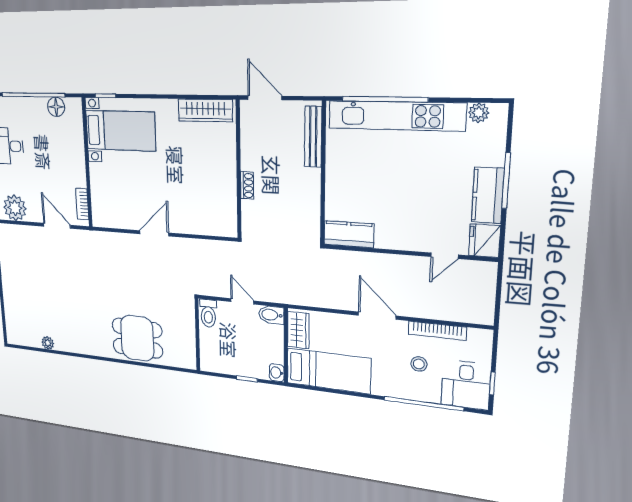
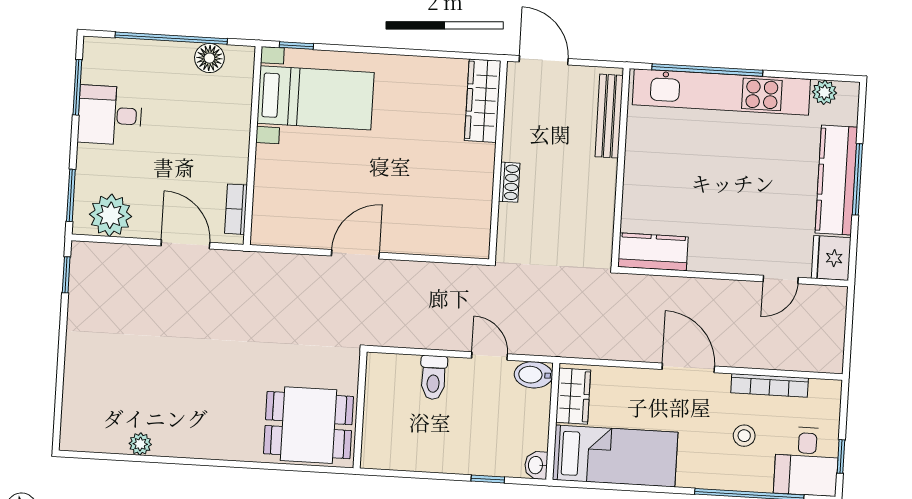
wardrobe: (205, 110) -> (483, 101), moved, turned 90
kitchen counter: (488, 195) -> (836, 180), width x1.50
wall: (197, 335) -> (360, 410), moved

